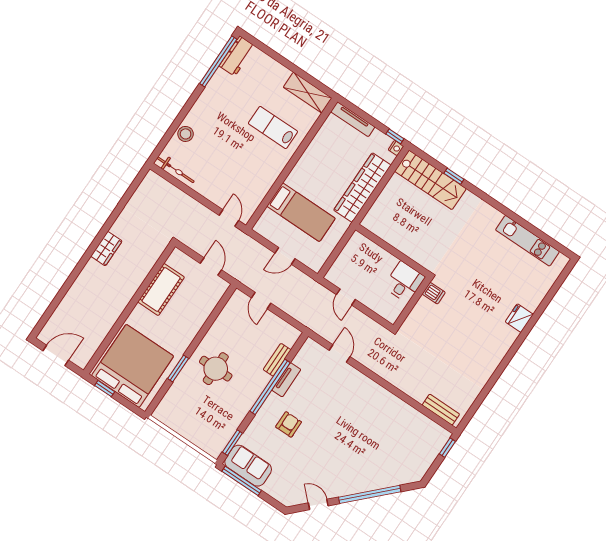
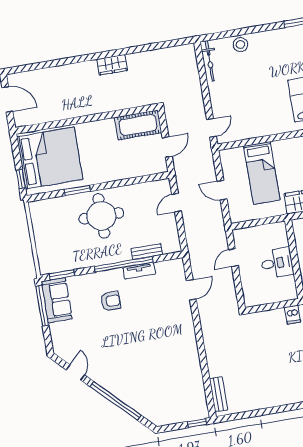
desk: (404, 282) -> (277, 263), moved
cot: (161, 289) -> (138, 125), moved
round table: (216, 369) -> (101, 216), width x1.36, depth x1.36
window: (105, 389) -> (21, 179), moved

